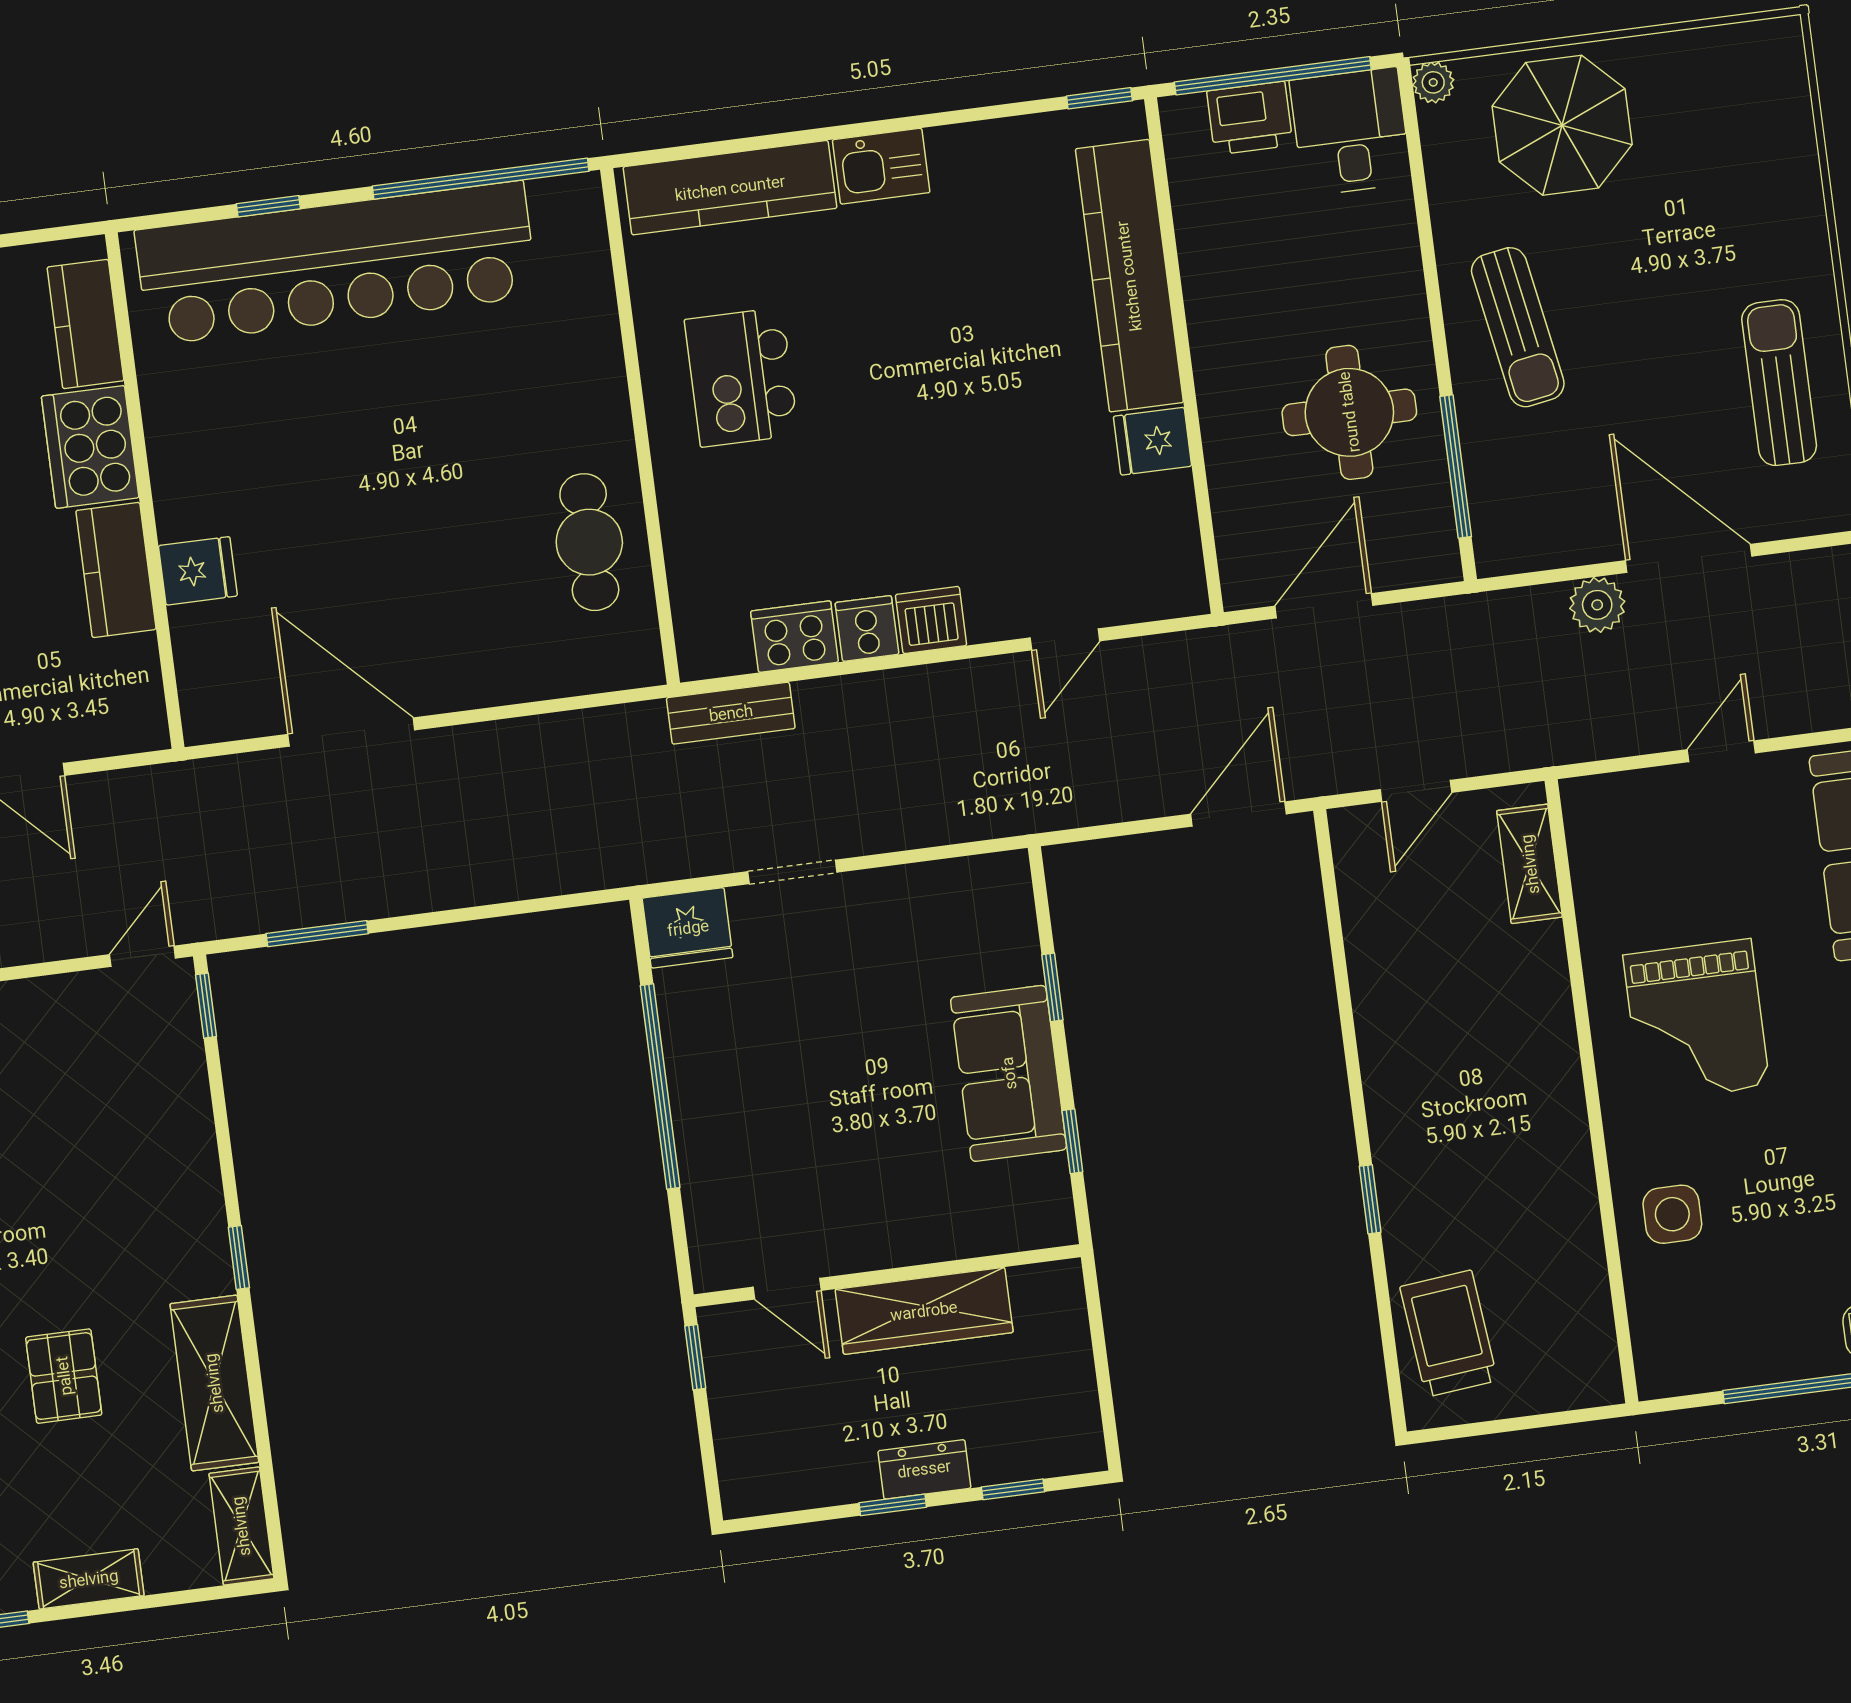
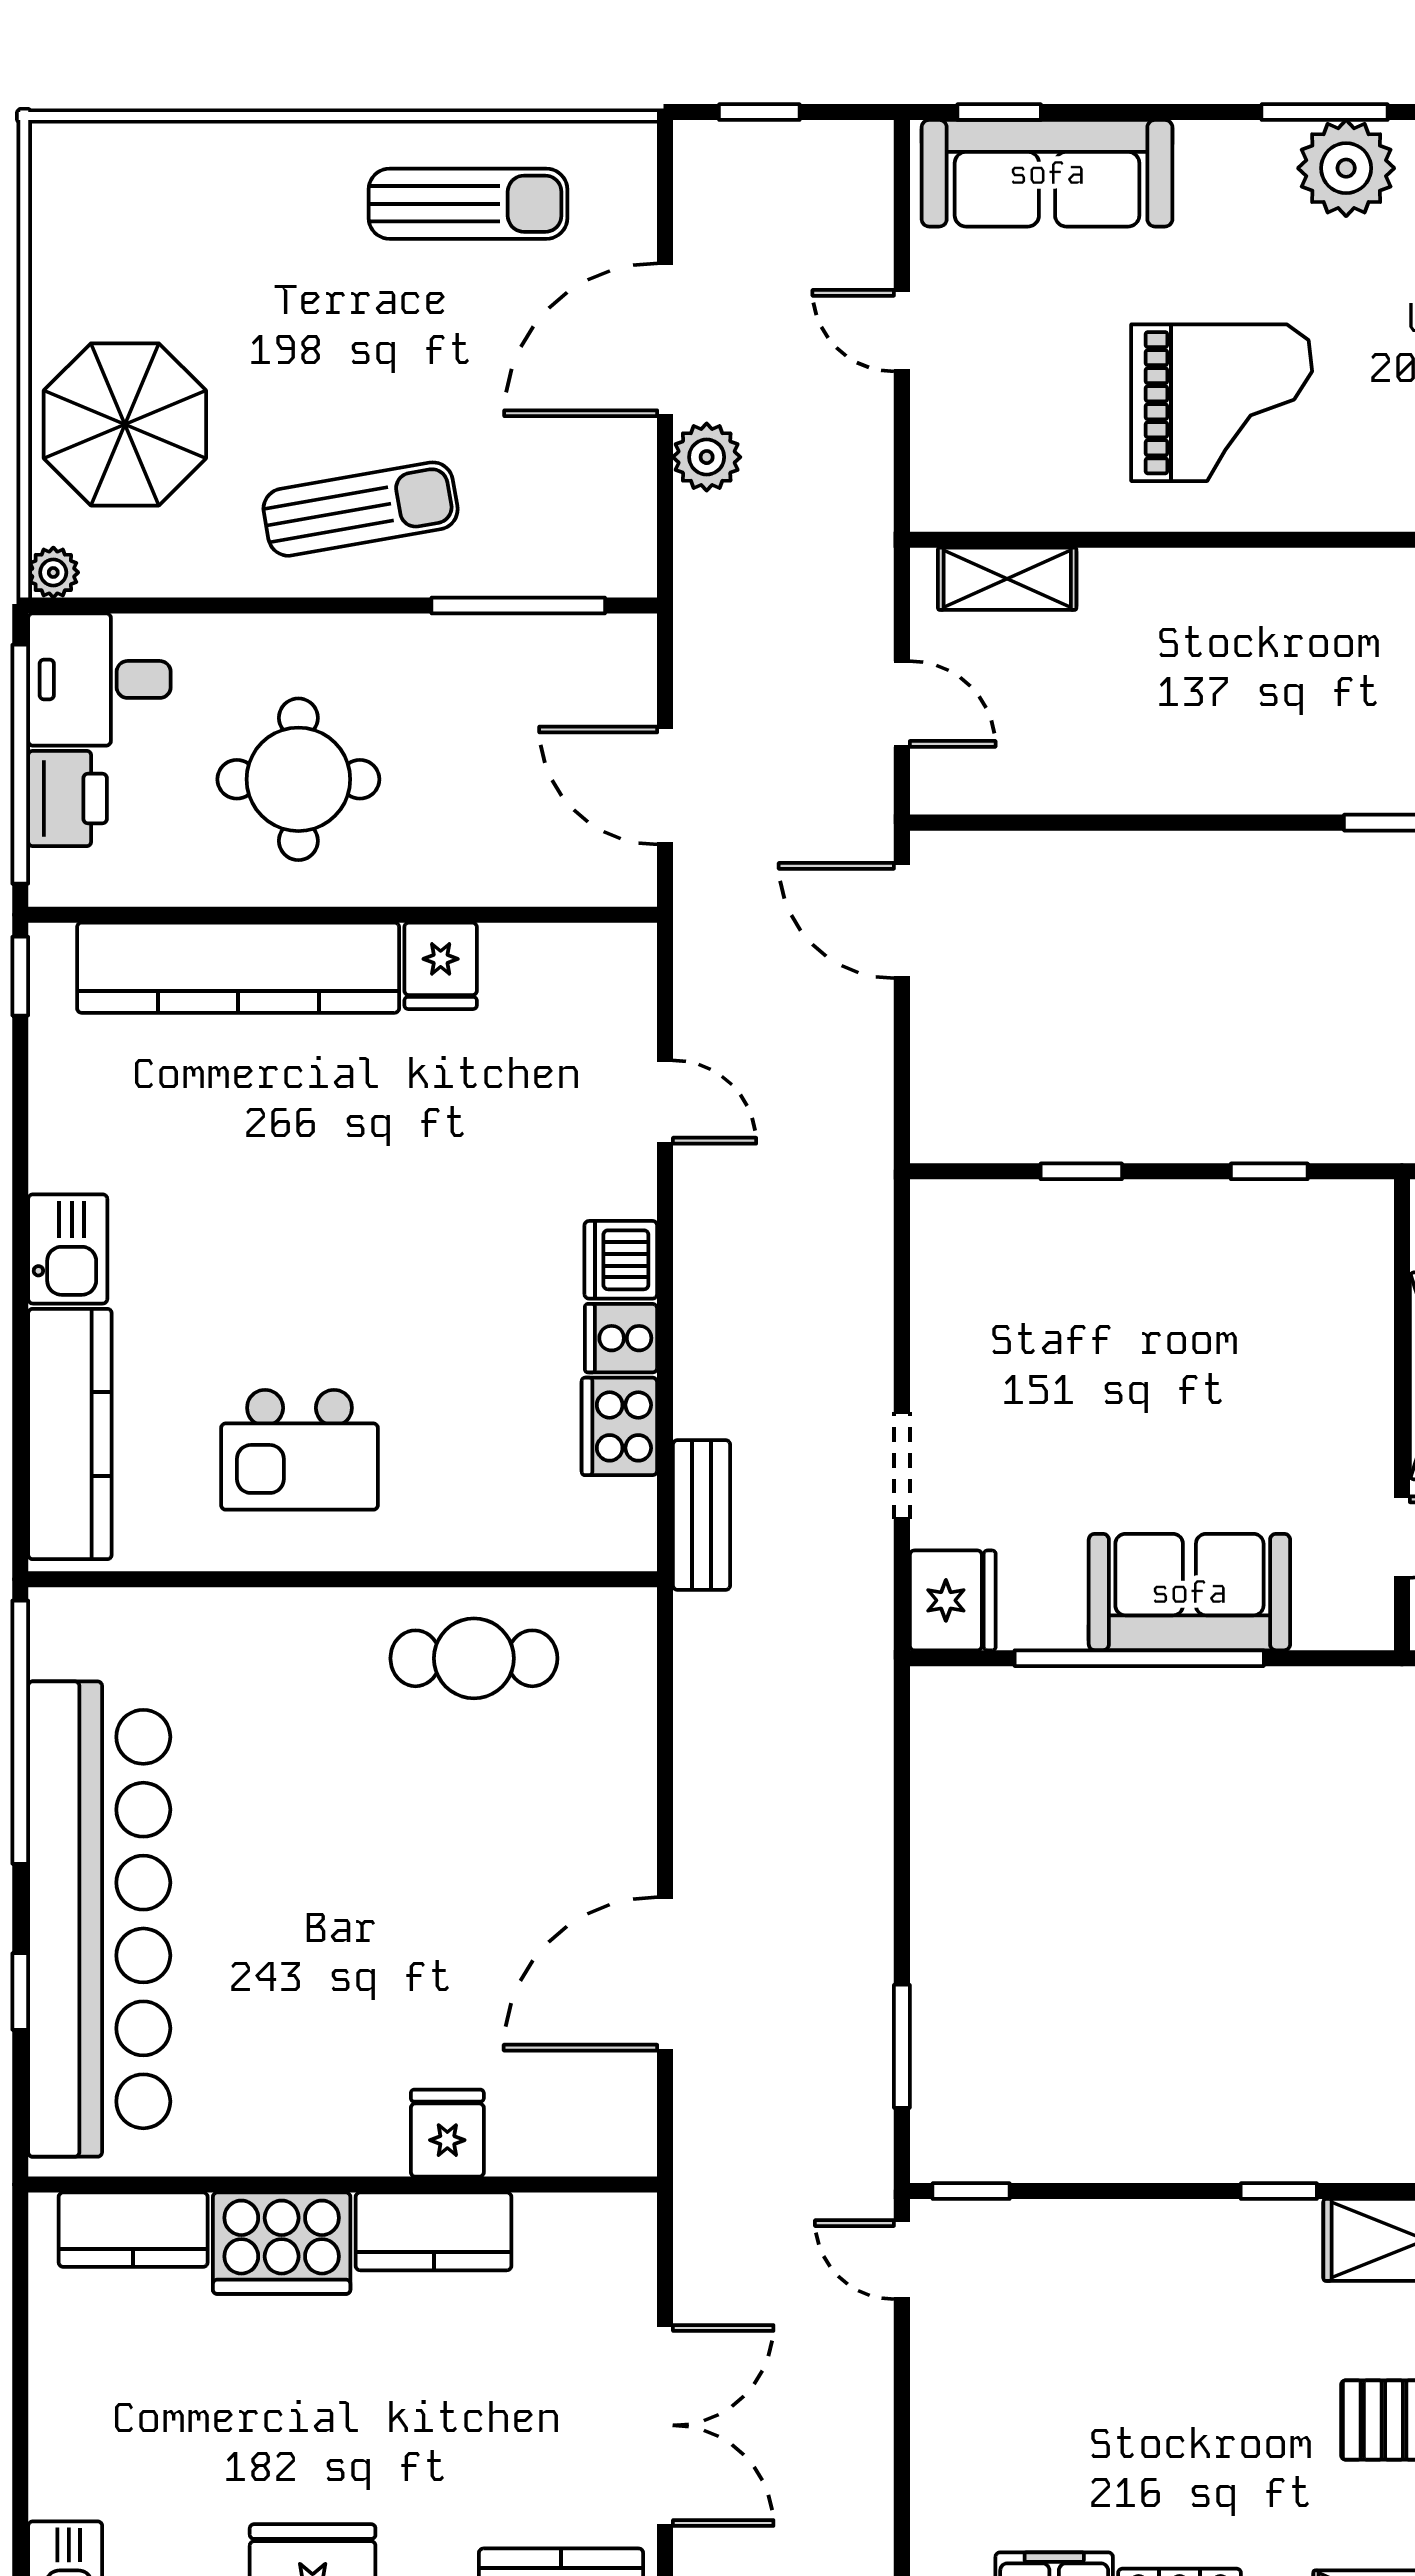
sun lounger: (1779, 383) -> (468, 204), turned 180
round table: (1349, 412) -> (298, 779), moved
sofa: (1009, 1073) -> (1189, 1592), moved, turned 180

